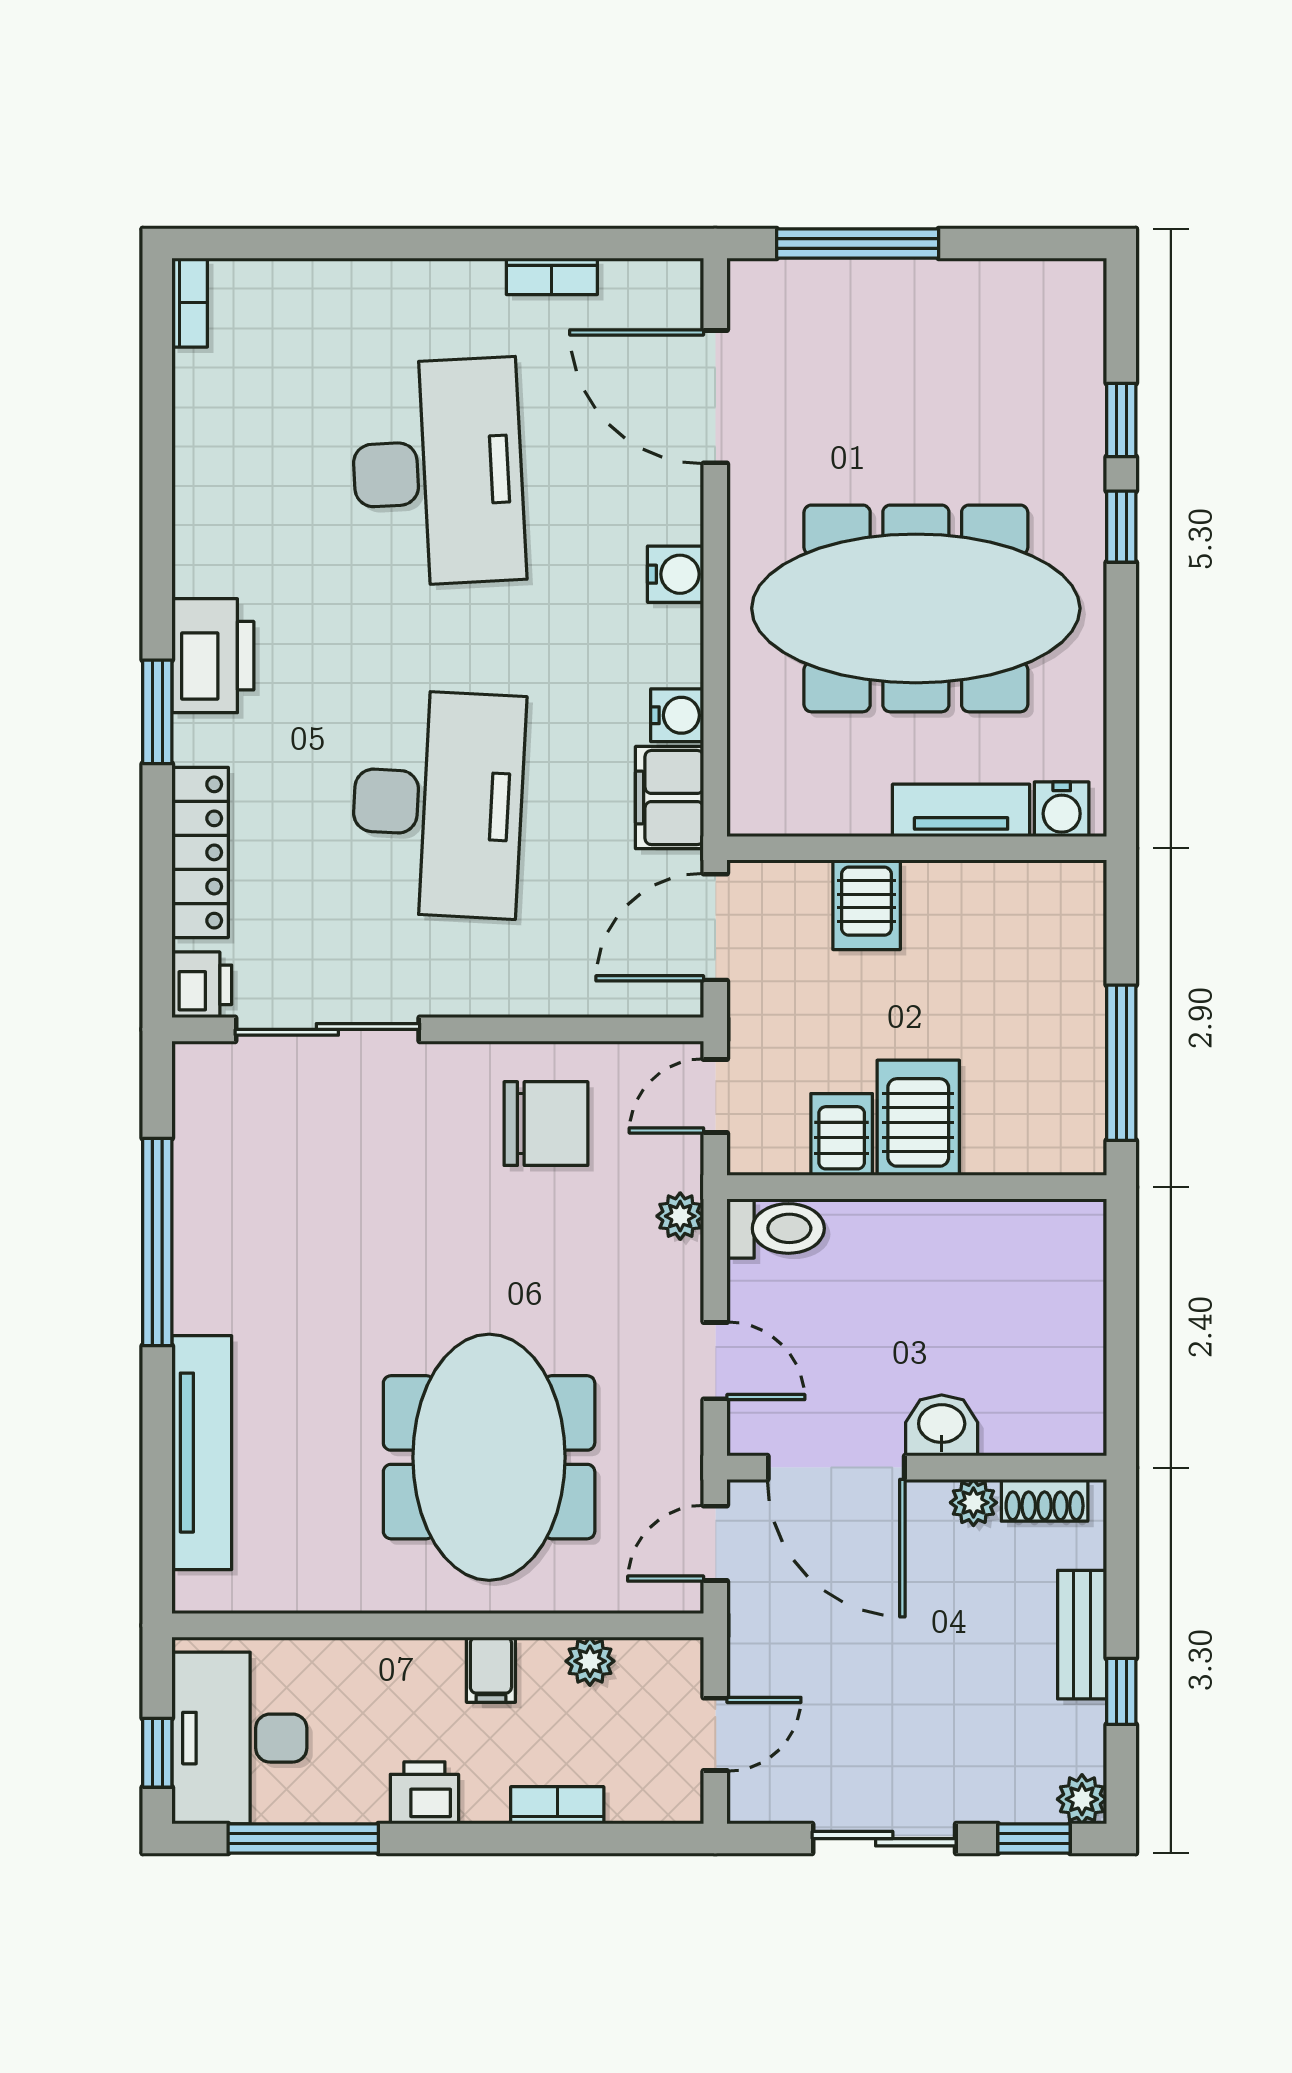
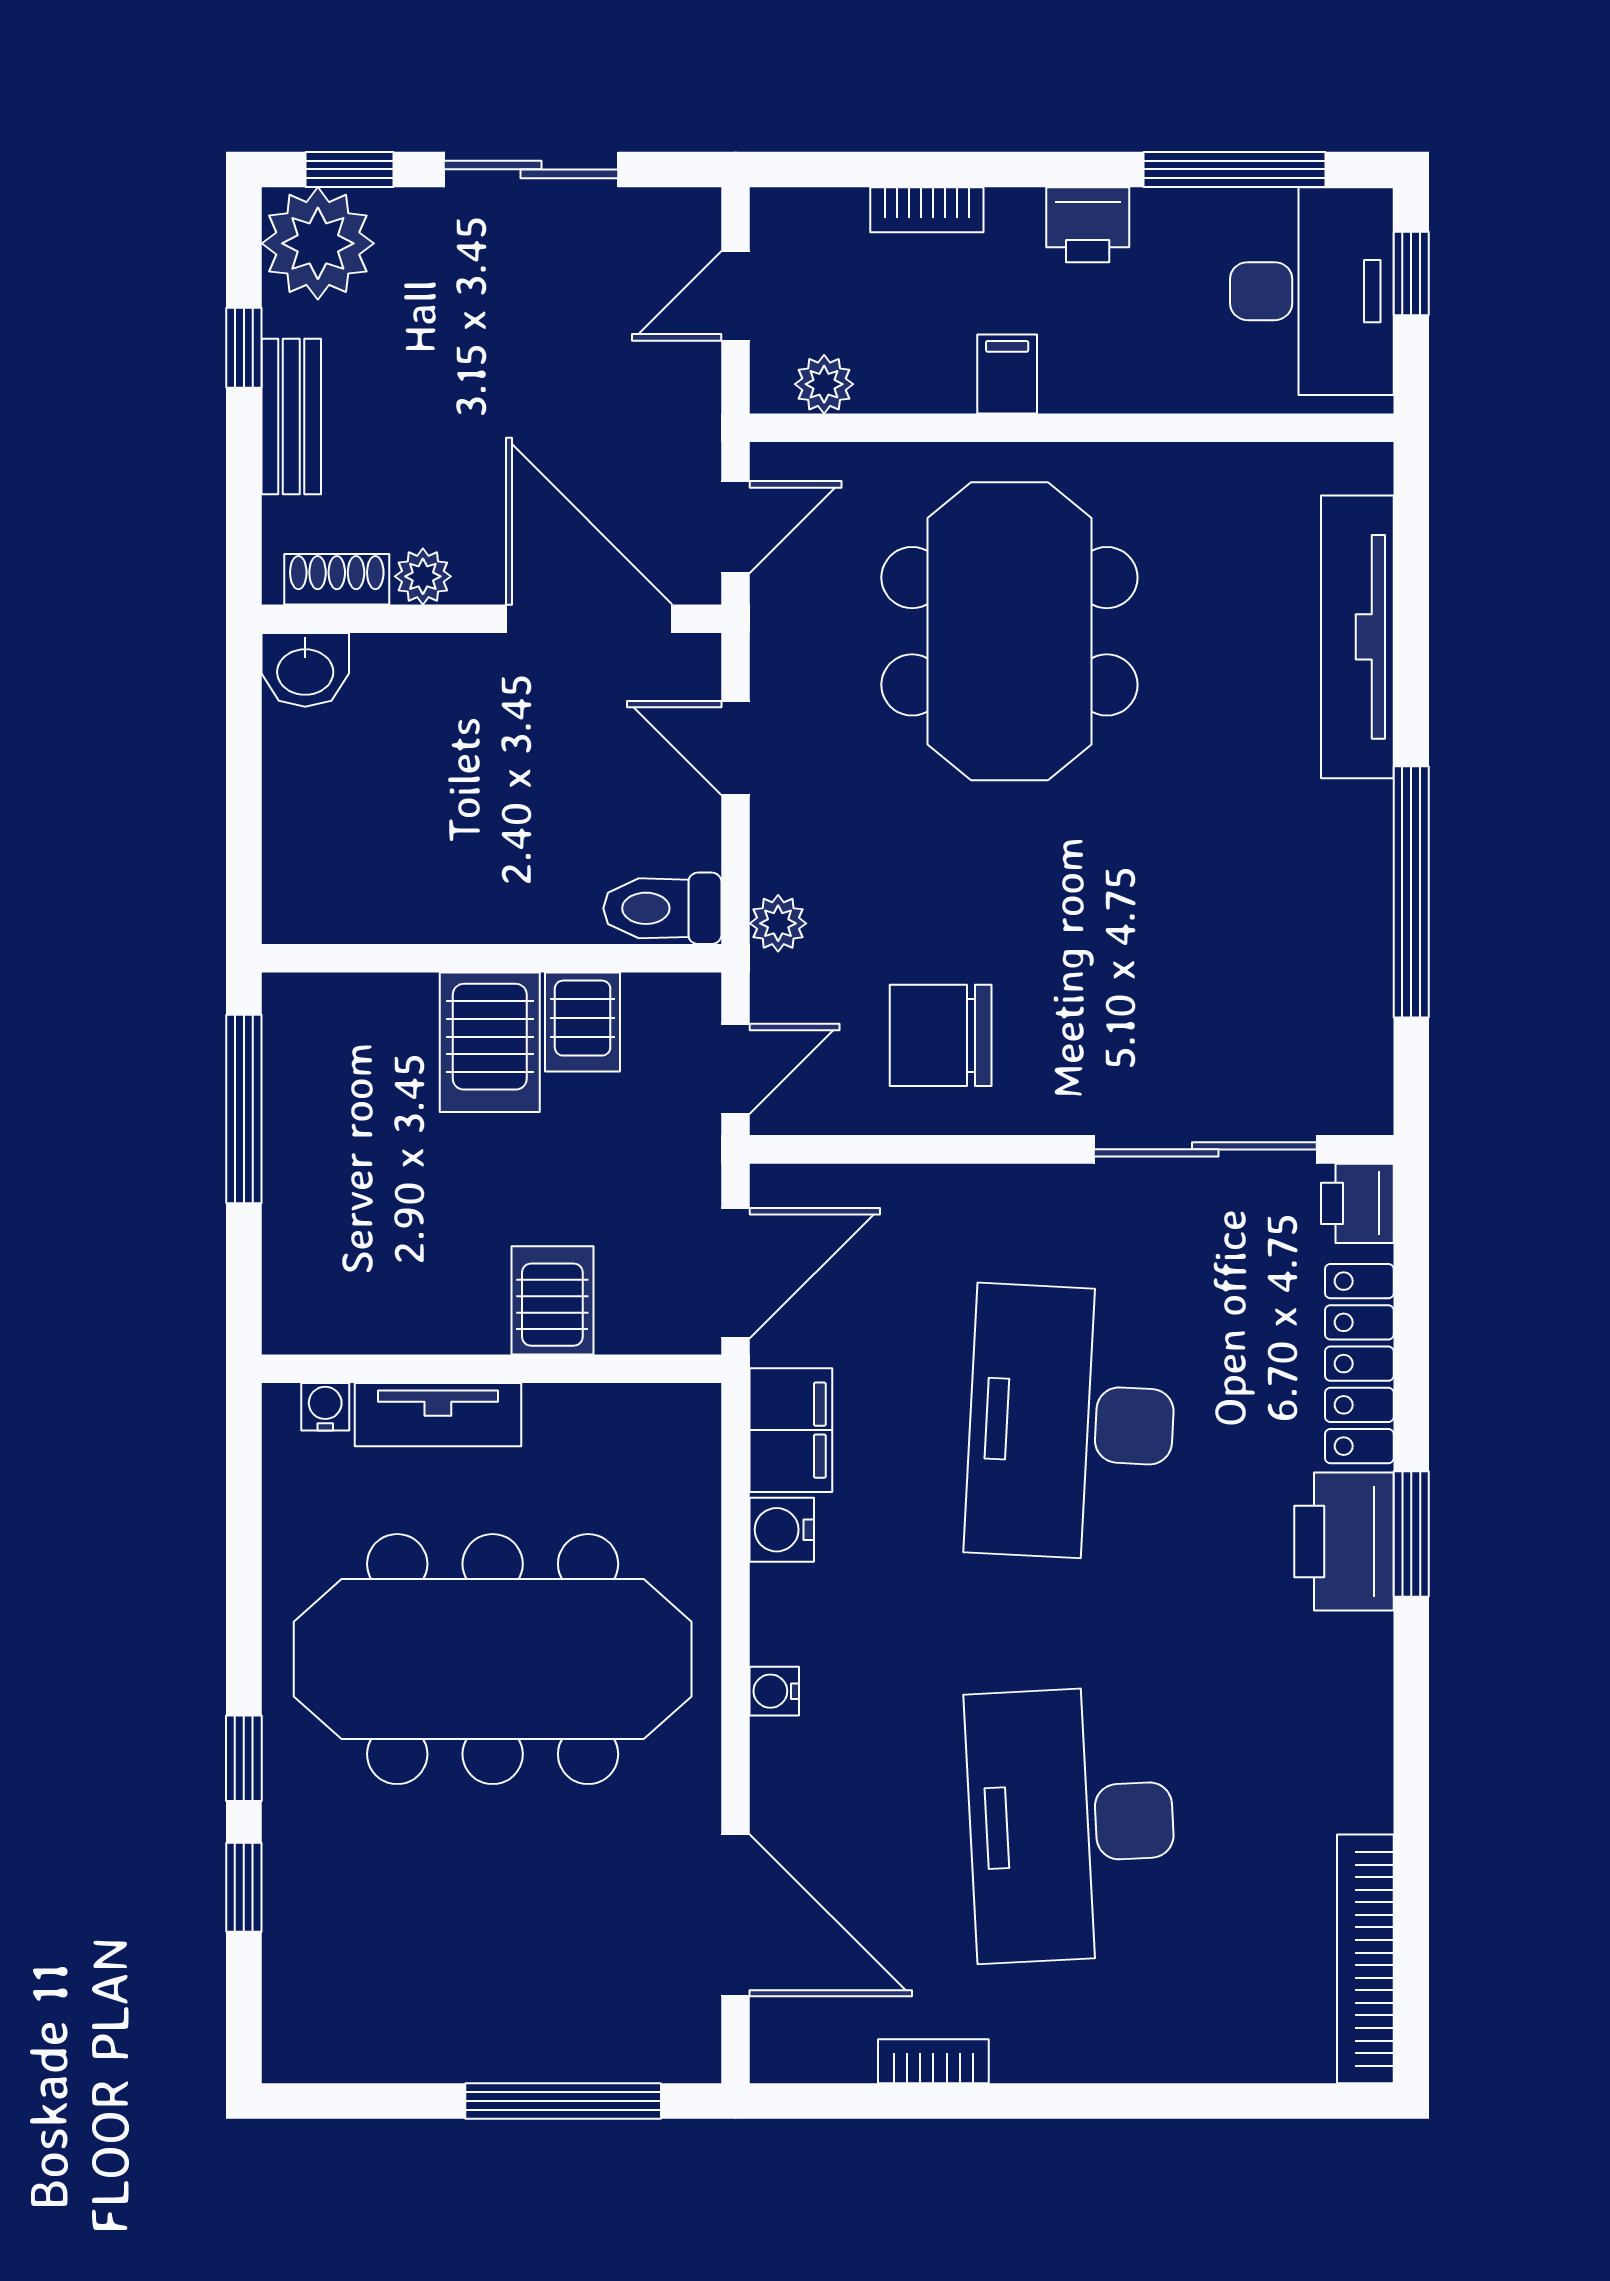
bookcase: (190, 303) -> (1365, 1959), width x2.31, depth x1.31
water cooler: (675, 574) -> (774, 1691), width x0.72, depth x0.72
printer: (213, 656) -> (1344, 1541), moved
water cooler: (1062, 809) -> (325, 1407), width x0.72, depth x0.72
washbasin: (942, 1425) -> (305, 670), moved
plant: (590, 1661) -> (824, 384), moved
plant: (1082, 1799) -> (318, 243), width x1.88, depth x1.88

